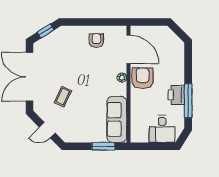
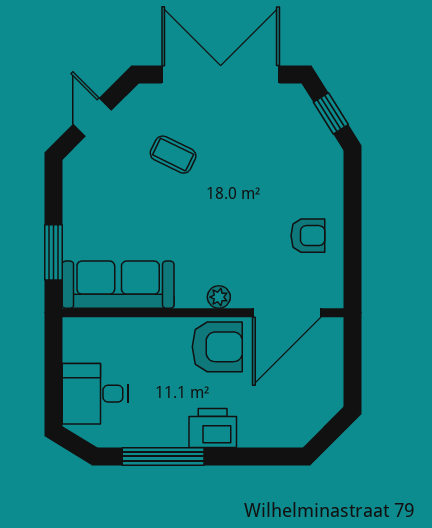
printer: (176, 95) -> (213, 428), moved

